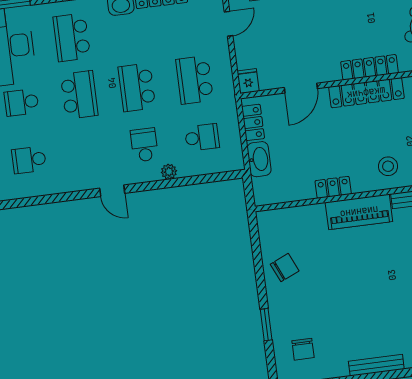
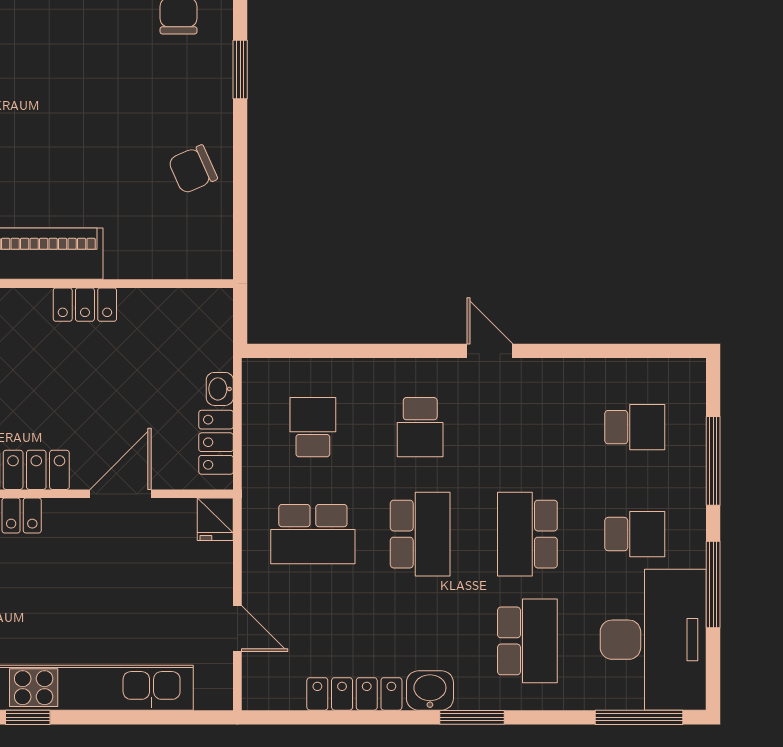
door: (229, 24) -> (237, 629), swing flipped
school desk: (195, 80) -> (313, 534), turned 90
school desk: (202, 137) -> (313, 427), turned 90
washbasin: (259, 159) -> (220, 389), width x0.52, depth x0.69
plant: (169, 172) -> (381, 372), removed

